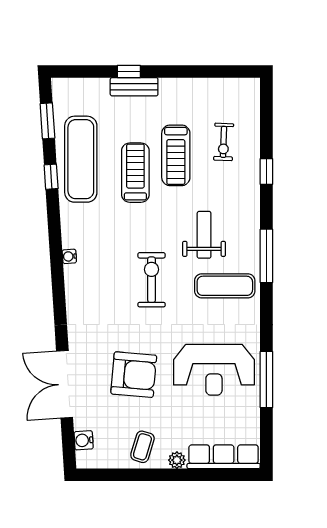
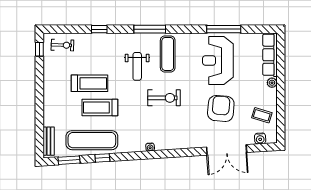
window: (129, 71) -> (39, 49), moved
bench: (134, 87) -> (49, 141), moved
exercise bike: (224, 142) -> (62, 45), moved
weight bench: (204, 235) -> (137, 66), turned -90
exercise bike: (152, 280) -> (164, 98), turned 180
reception desk: (214, 370) -> (218, 60), turned 180
coffee table: (142, 447) -> (262, 115), moved

